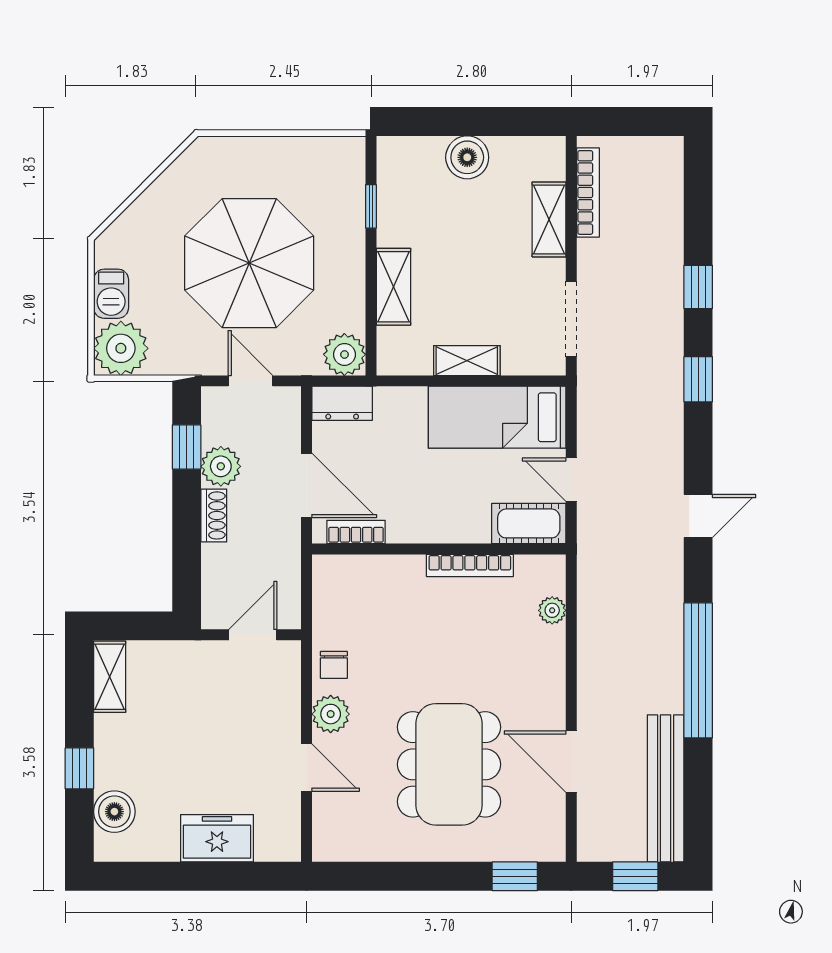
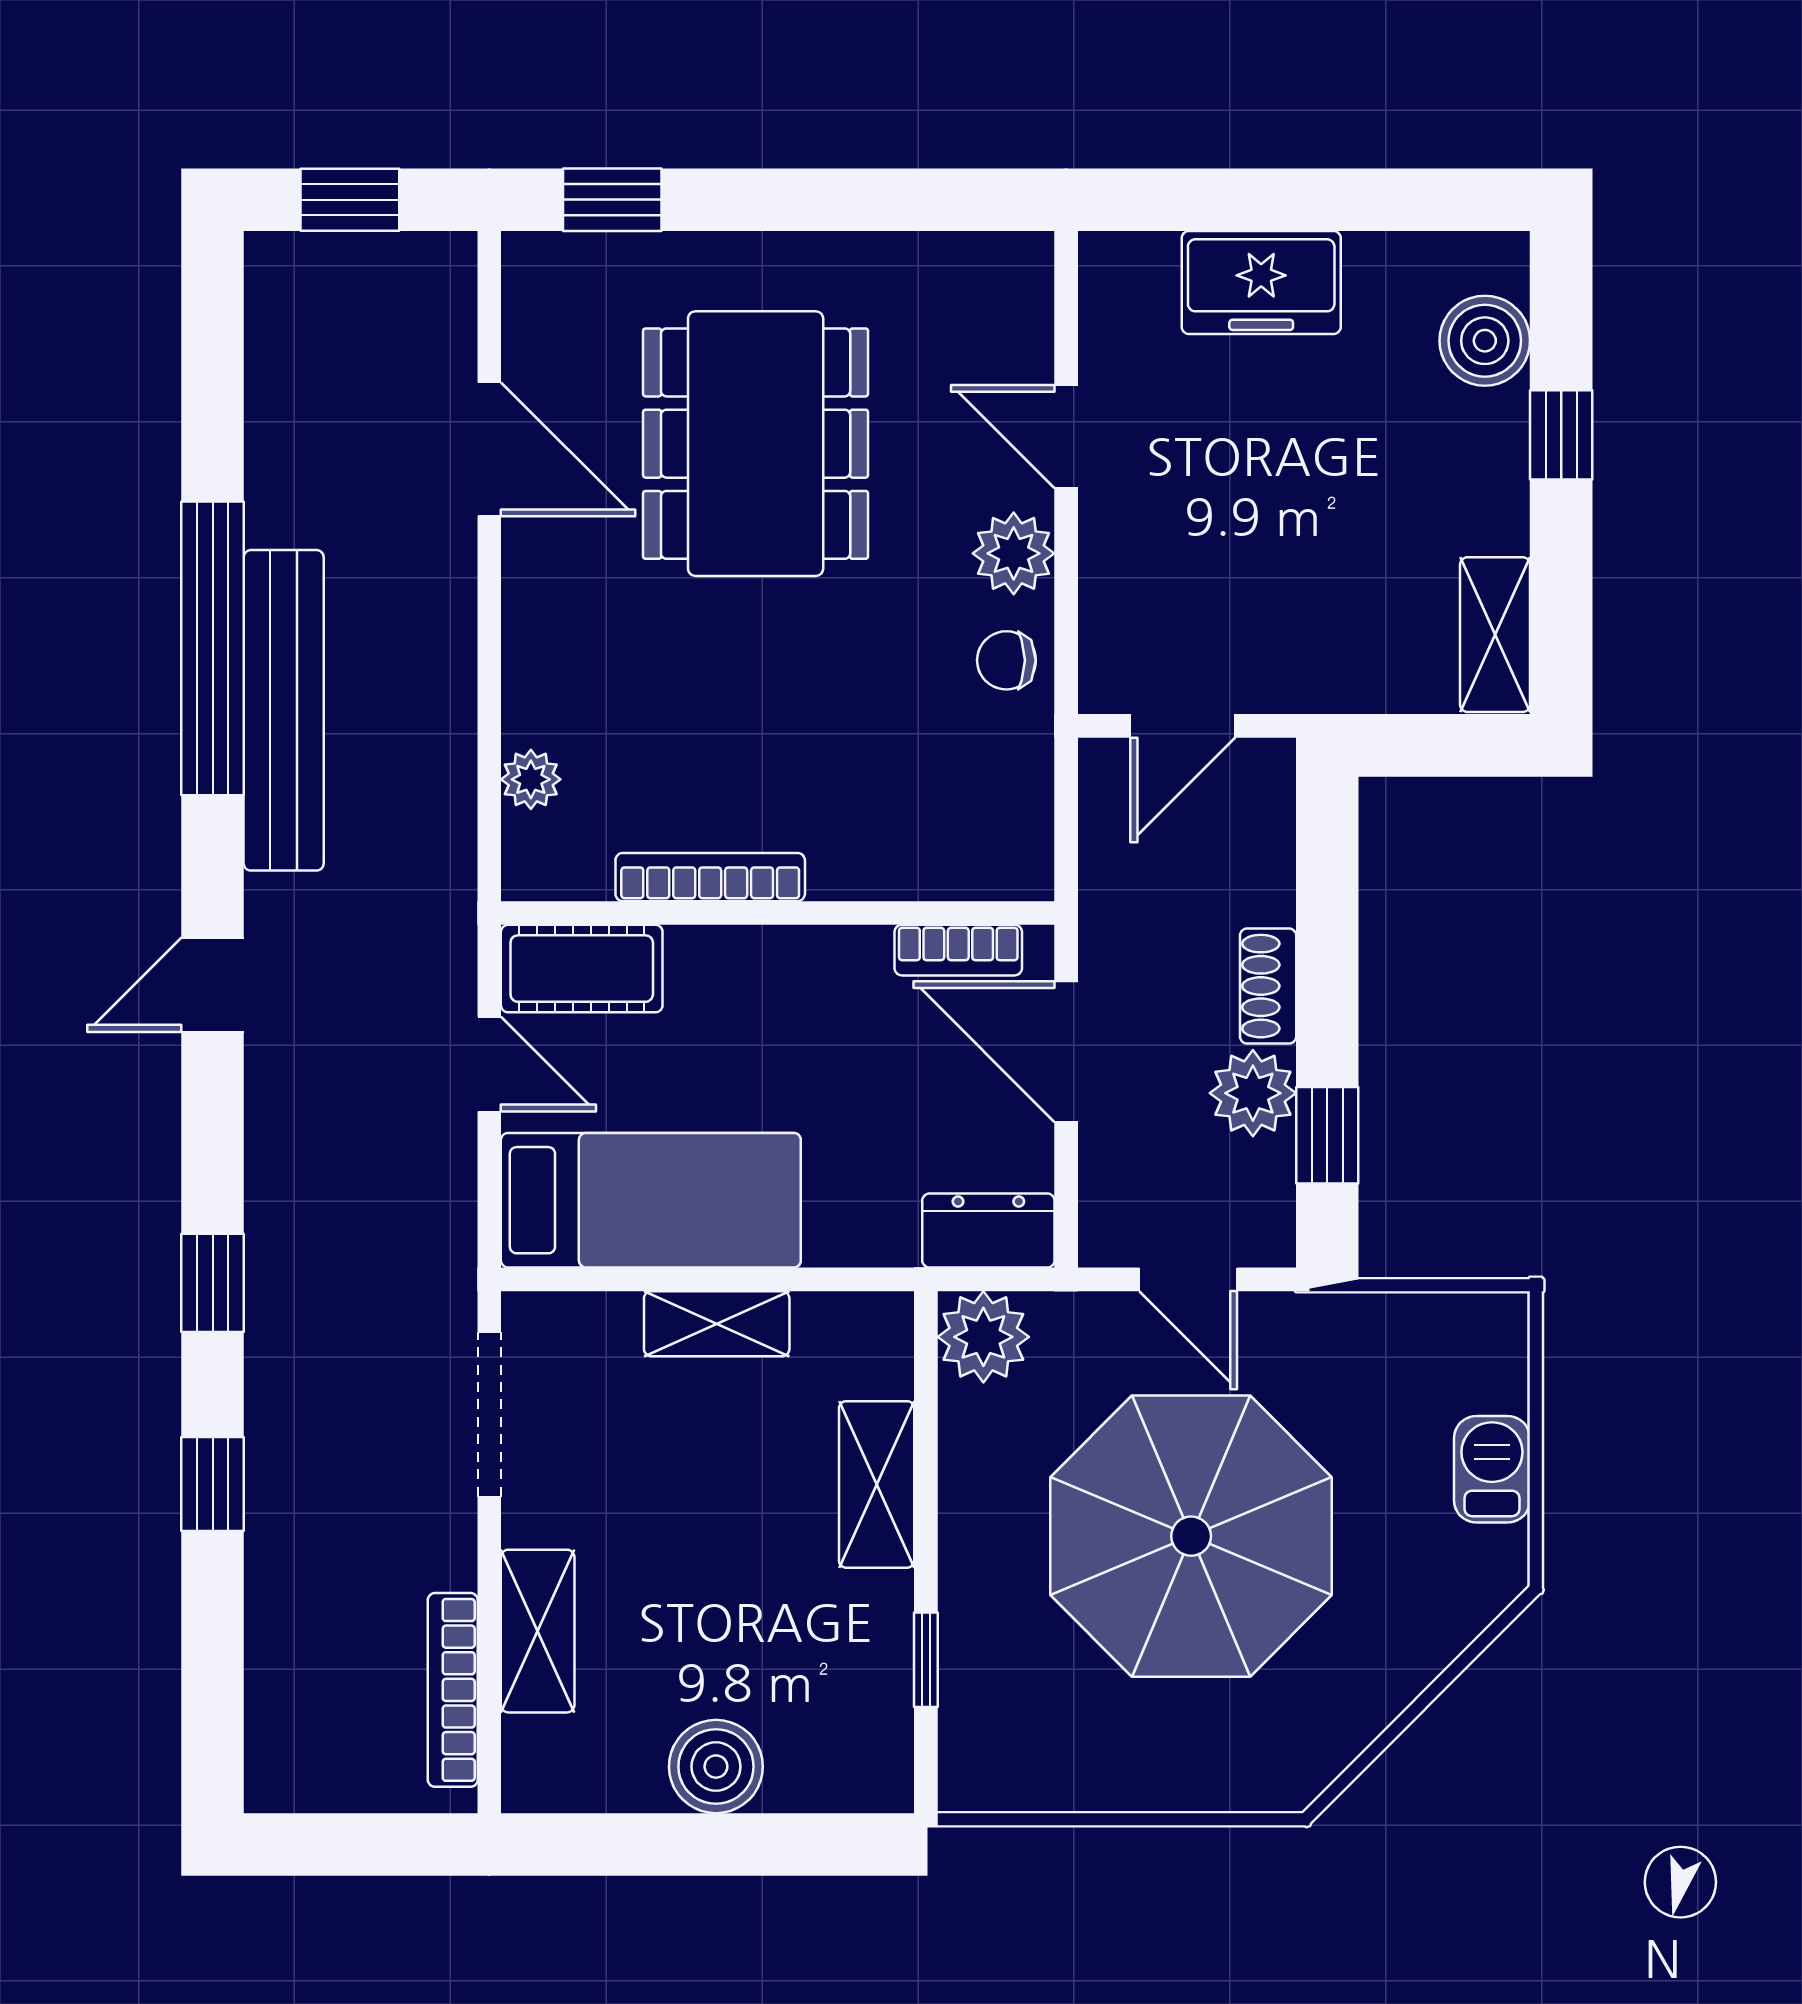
plant: (121, 348) -> (1471, 1350), removed
chair: (334, 665) -> (1006, 660), turned -90
bench: (666, 788) -> (284, 710), moved

